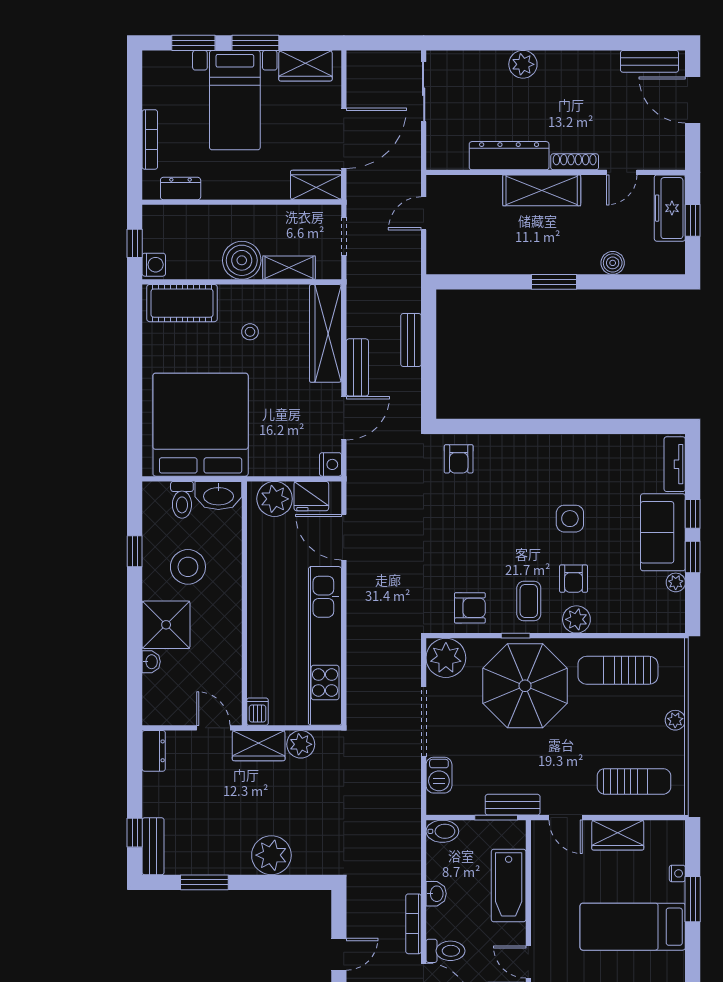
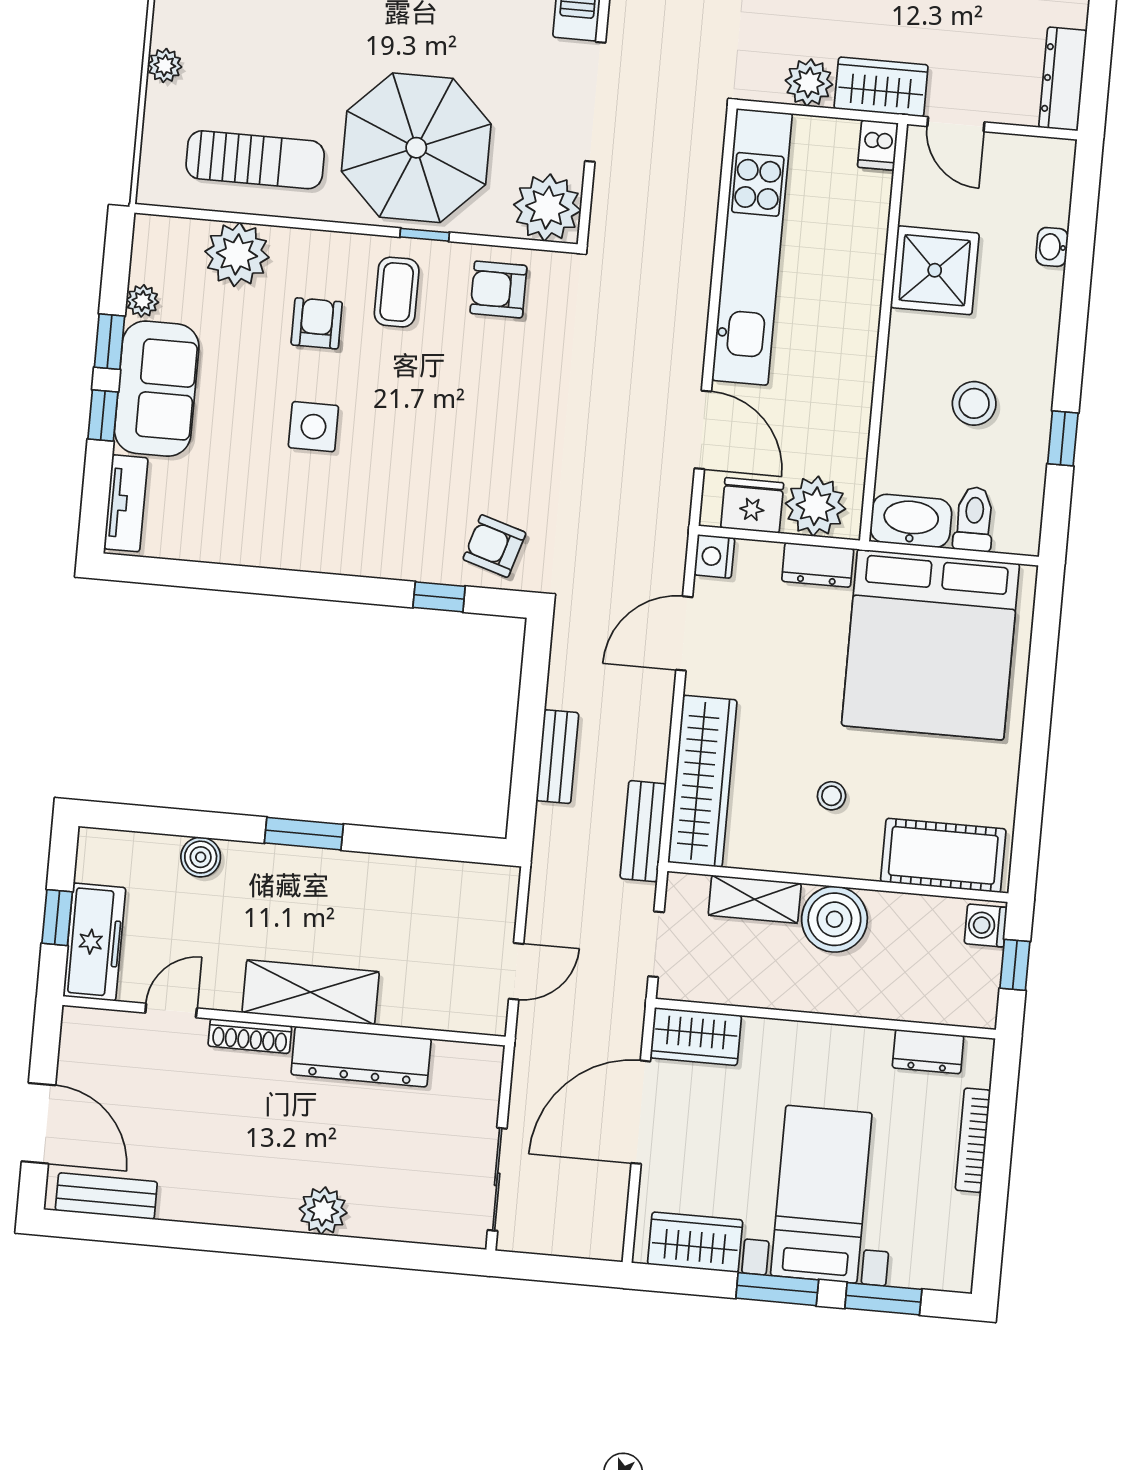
bench: (357, 367) -> (643, 831), moved
window: (488, 426) -> (439, 597), added
armchair: (459, 459) -> (494, 546), turned -73
dresser: (270, 465) -> (818, 565), added
stool: (188, 567) -> (974, 403), width x0.73, depth x0.73
plant: (576, 619) -> (237, 254), moved, width x1.36, depth x1.36
shower: (166, 625) -> (935, 270), moved
dresser: (154, 751) -> (1063, 79), width x1.44

